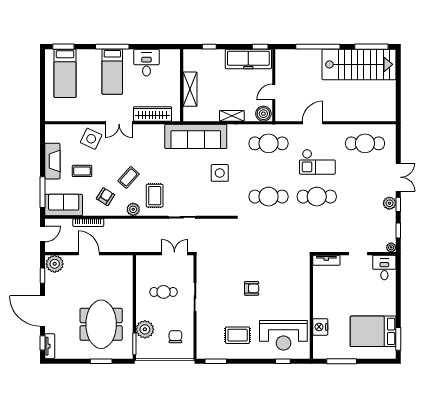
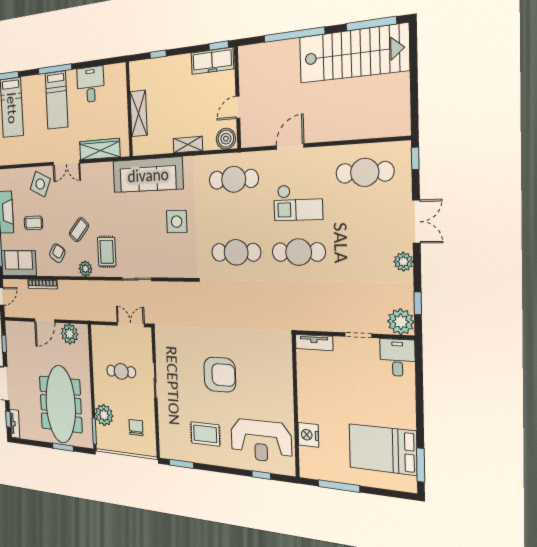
freezer: (248, 59) -> (212, 61), width x0.73, depth x0.79
window: (398, 204) -> (415, 158), moved
plant: (391, 247) -> (401, 322), width x1.88, depth x1.88
door: (89, 254) -> (45, 321), swing flipped
plant: (55, 264) -> (70, 334), moved
armchair: (252, 288) -> (220, 375), width x1.88, depth x1.88
meeting table: (101, 324) -> (61, 404), width x1.36

